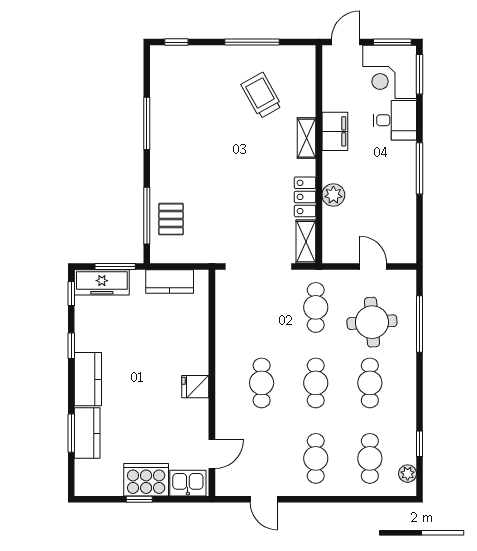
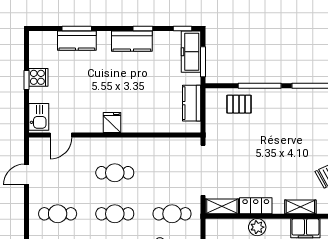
window: (147, 216) -> (260, 86), moved
kitchen counter: (88, 379) -> (132, 41), moved
door: (212, 454) -> (61, 135), hinge flipped
cooker: (146, 480) -> (38, 77), width x0.53, depth x0.76

